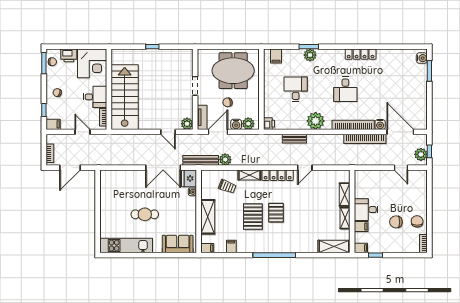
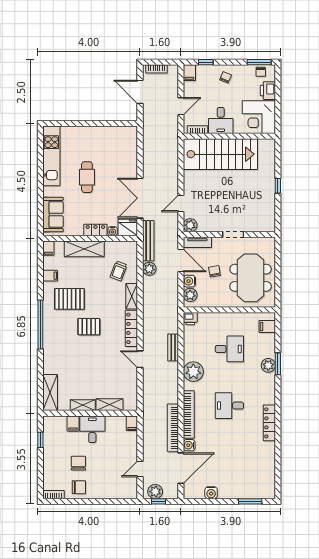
water cooler: (422, 58) -> (211, 493), moved
locker: (191, 207) -> (95, 230), added
pallet: (253, 217) -> (69, 299), moved
filing cabinet: (361, 248) -> (132, 423), moved

